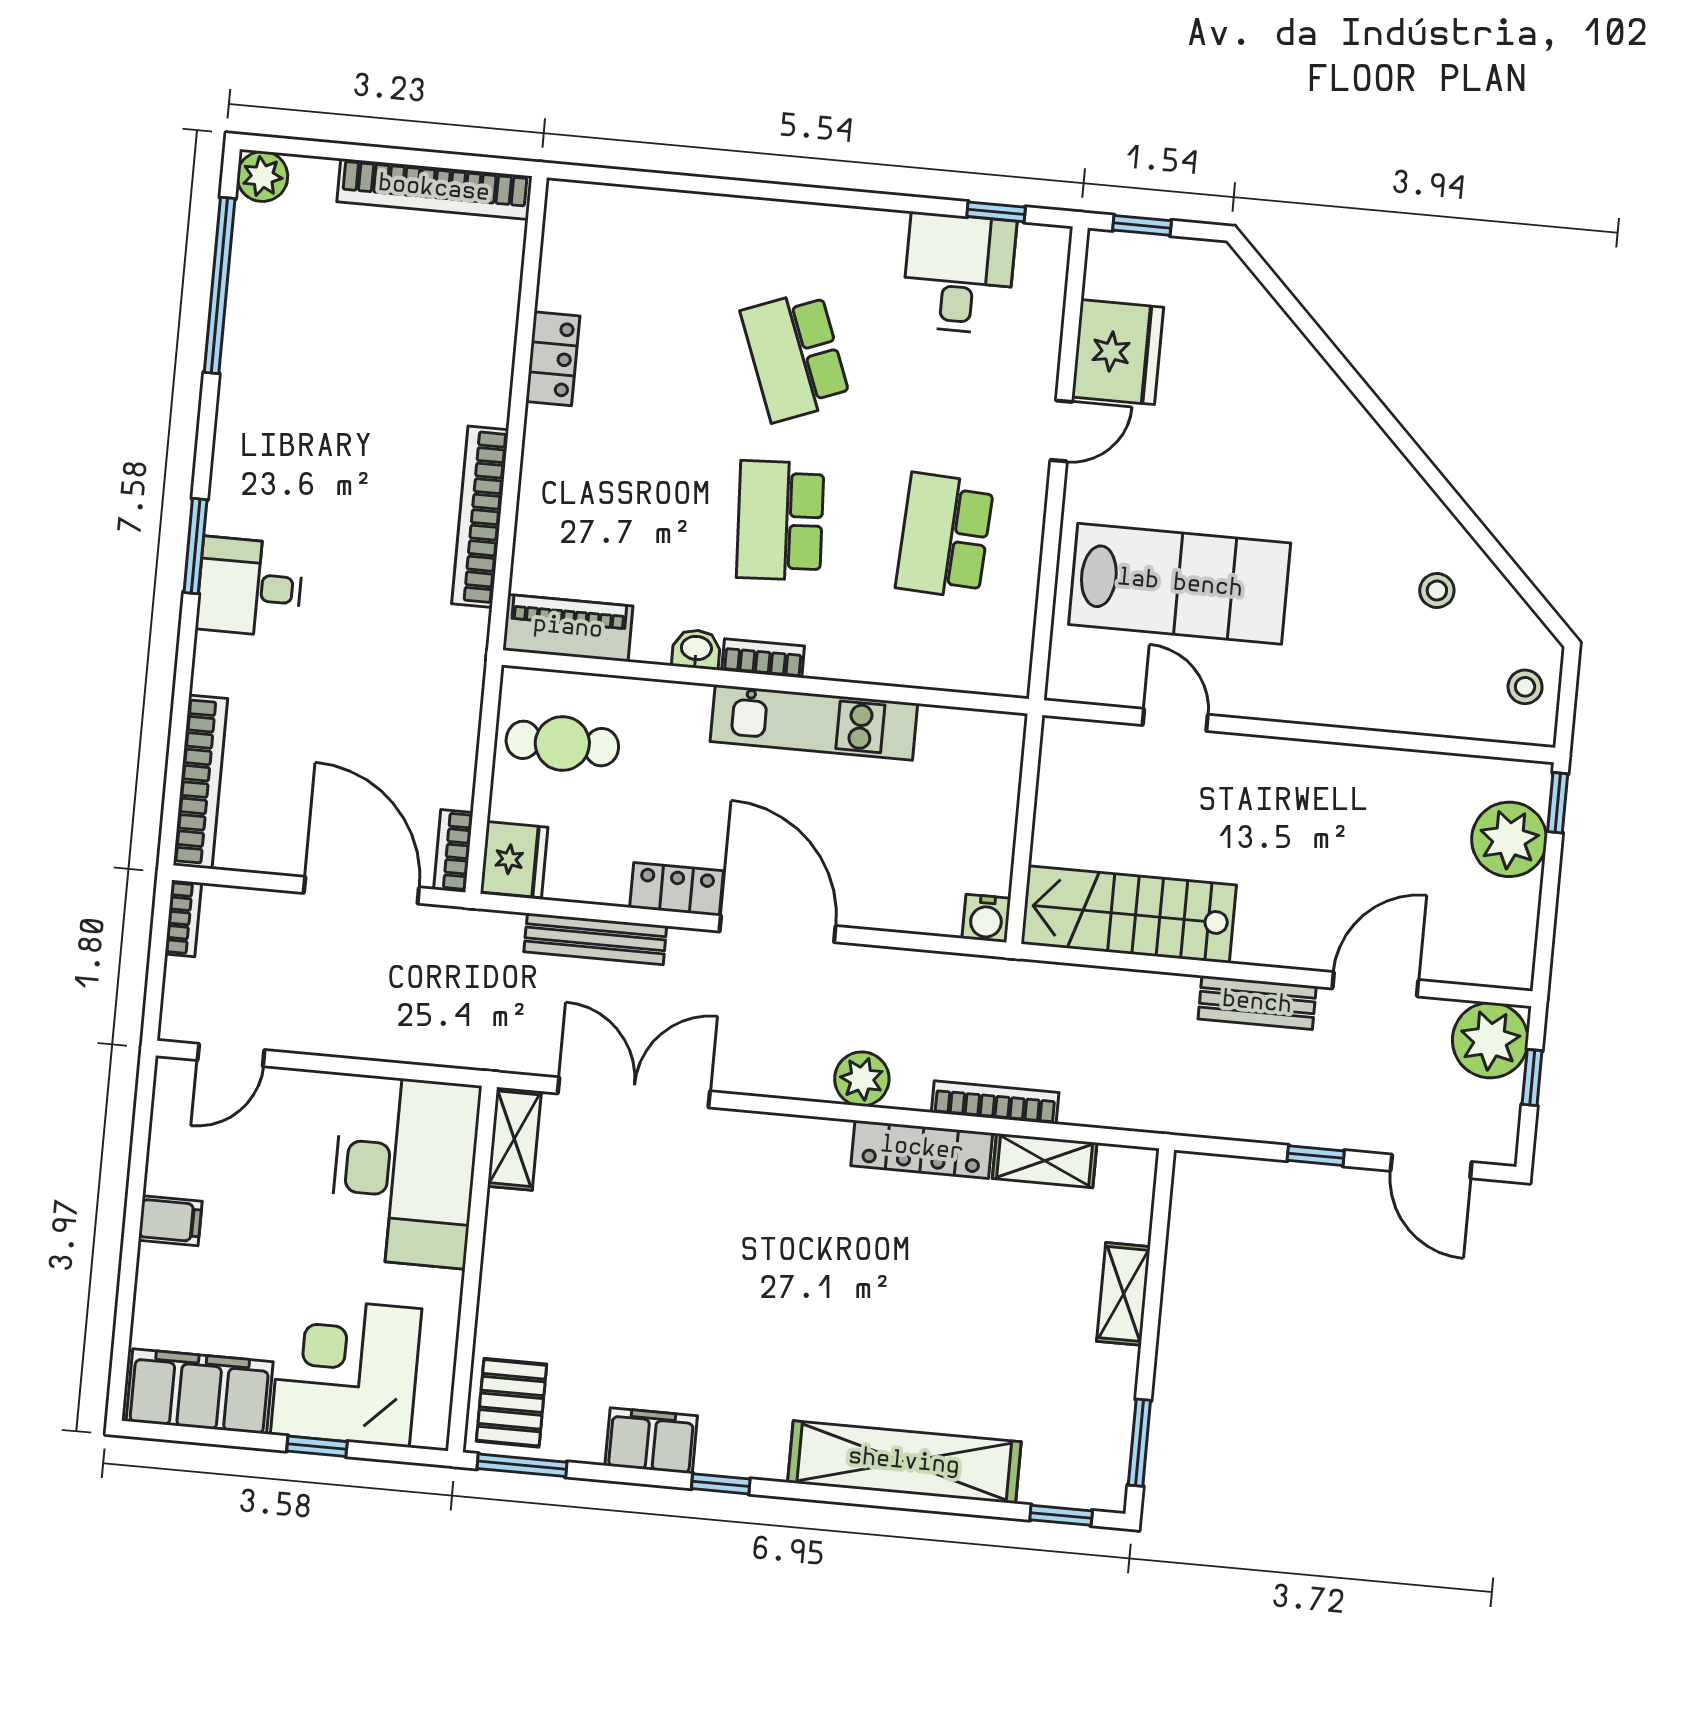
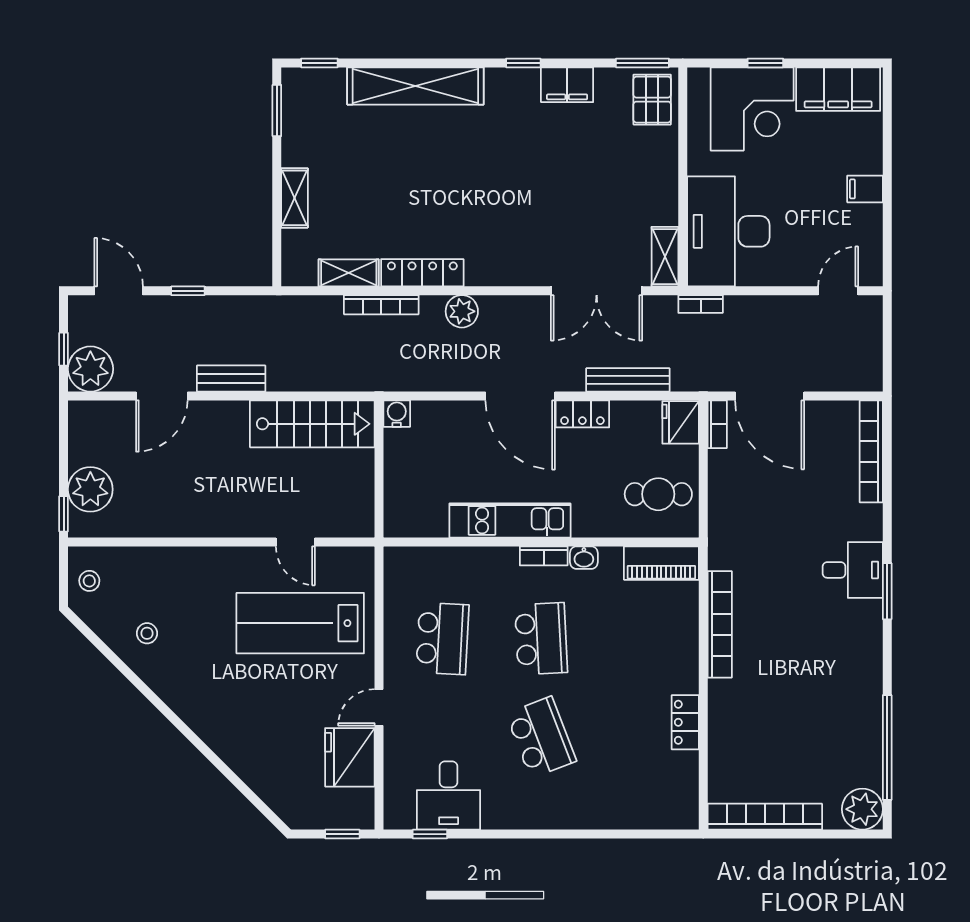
plant: (262, 176) -> (862, 809), width x1.36, depth x1.36
bookcase: (183, 918) -> (701, 304), moved, turned -90

